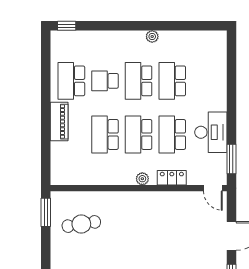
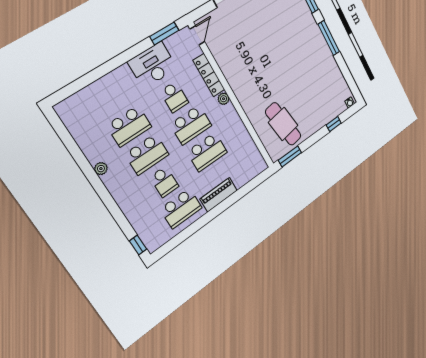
school desk: (172, 134) -> (174, 97), width x0.54
locker: (172, 178) -> (209, 75), width x1.53
cafe table: (81, 224) -> (283, 124), width x1.37, depth x1.35

